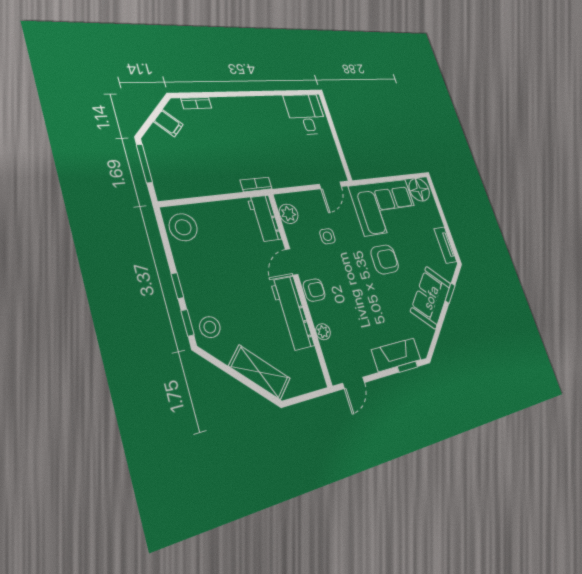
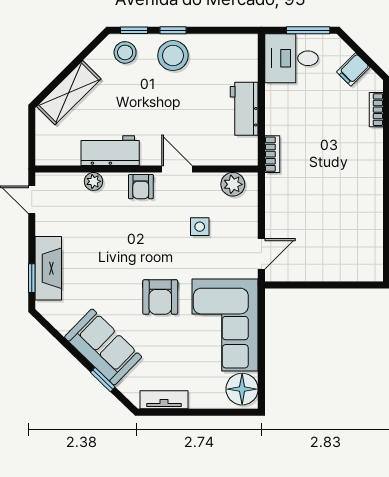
desk: (306, 114) -> (291, 58), moved, turned 180
door: (330, 185) -> (261, 254), swing flipped
workbench: (264, 218) -> (244, 109), moved, turned -90
stool: (183, 227) -> (173, 56), moved
workbench: (292, 313) -> (110, 151), width x0.73

